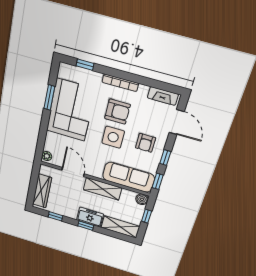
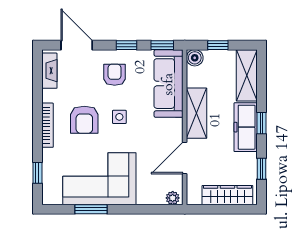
armchair: (117, 112) -> (84, 120), turned 180
door: (177, 122) -> (77, 45), hinge flipped
side table: (113, 137) -> (119, 117), width x0.54, depth x0.54
armchair: (146, 143) -> (115, 75), turned -90
freezer: (90, 217) -> (246, 127), width x1.40

